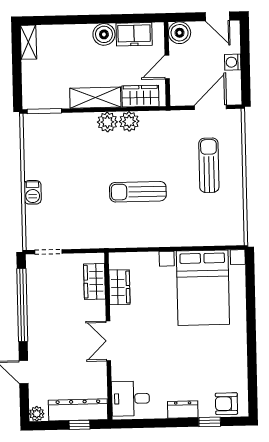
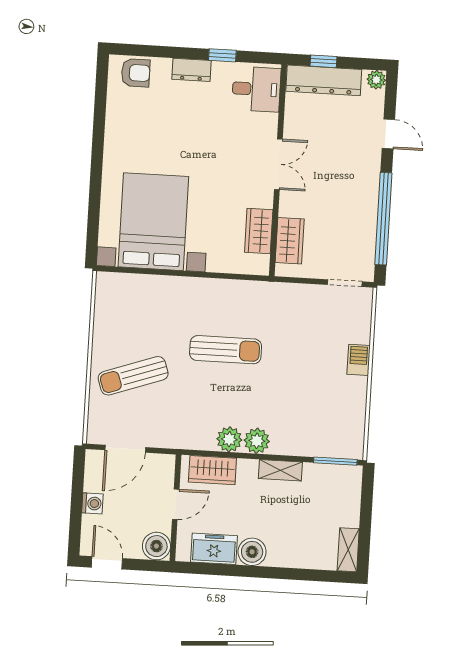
shelving: (95, 98) -> (280, 470), width x0.67, depth x0.75
sun lounger: (209, 165) -> (133, 376), turned 71
window: (210, 422) -> (222, 55), moved

